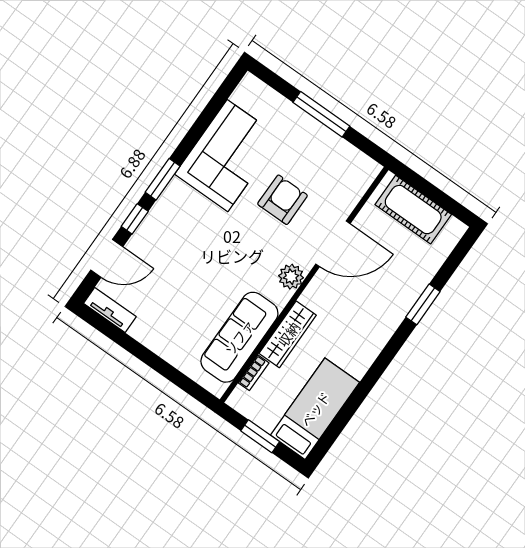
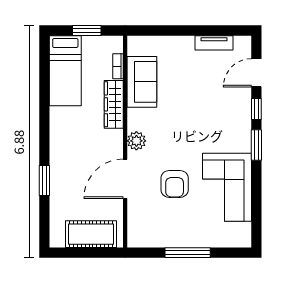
tv unit: (110, 310) -> (214, 43), moved
sofa: (239, 337) -> (142, 82), width x0.73

